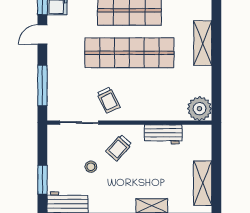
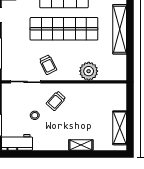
shelving: (203, 43) -> (120, 29), width x1.47
plant: (200, 109) -> (89, 71), moved
workbench: (163, 134) -> (90, 91), removed

